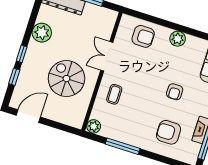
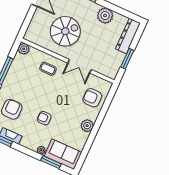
armchair: (143, 36) -> (92, 98), turned 90
double door: (107, 56) -> (80, 66), swing flipped

